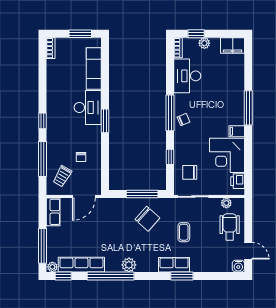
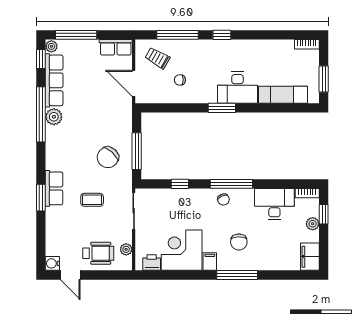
chair: (190, 172) -> (239, 242), moved, turned 180
door: (248, 251) -> (70, 275), hinge flipped
plant: (129, 265) -> (54, 117), moved

